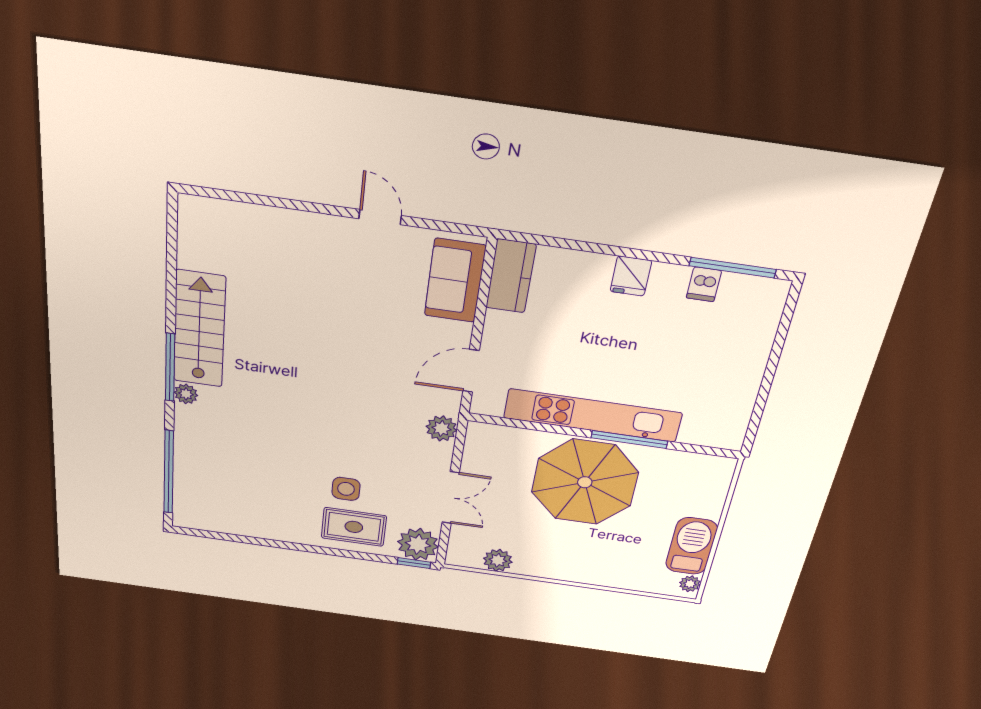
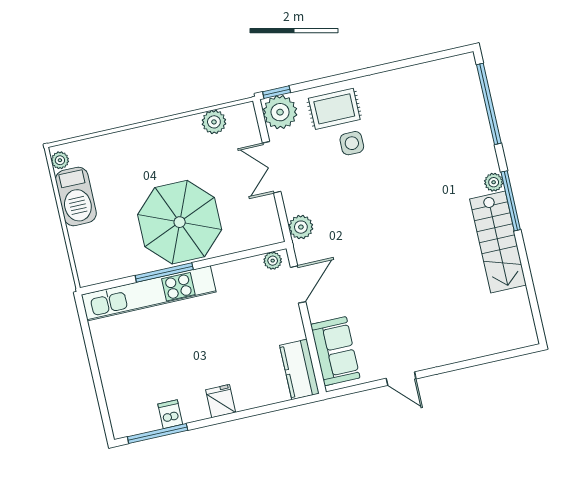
plant: (491, 406) -> (273, 261), added
kitchen unit: (593, 415) -> (149, 293), moved

